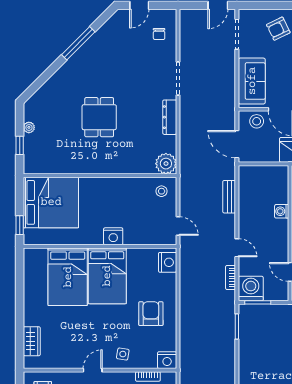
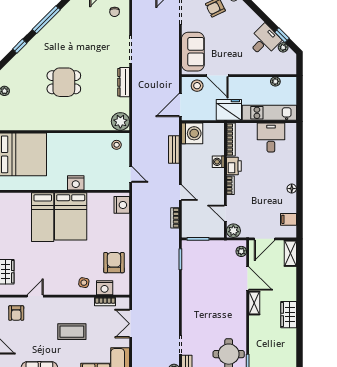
window: (47, 75) -> (20, 46), added
dining table: (99, 117) -> (64, 82), turned 90
door: (237, 144) -> (180, 105), hinge flipped
bed: (68, 277) -> (43, 217), width x0.67
washing machine: (251, 288) -> (192, 133), moved, turned 90
armchair: (151, 314) -> (114, 263), moved
nightstand: (167, 360) -> (105, 288), moved
door: (93, 370) -> (35, 296), moved

